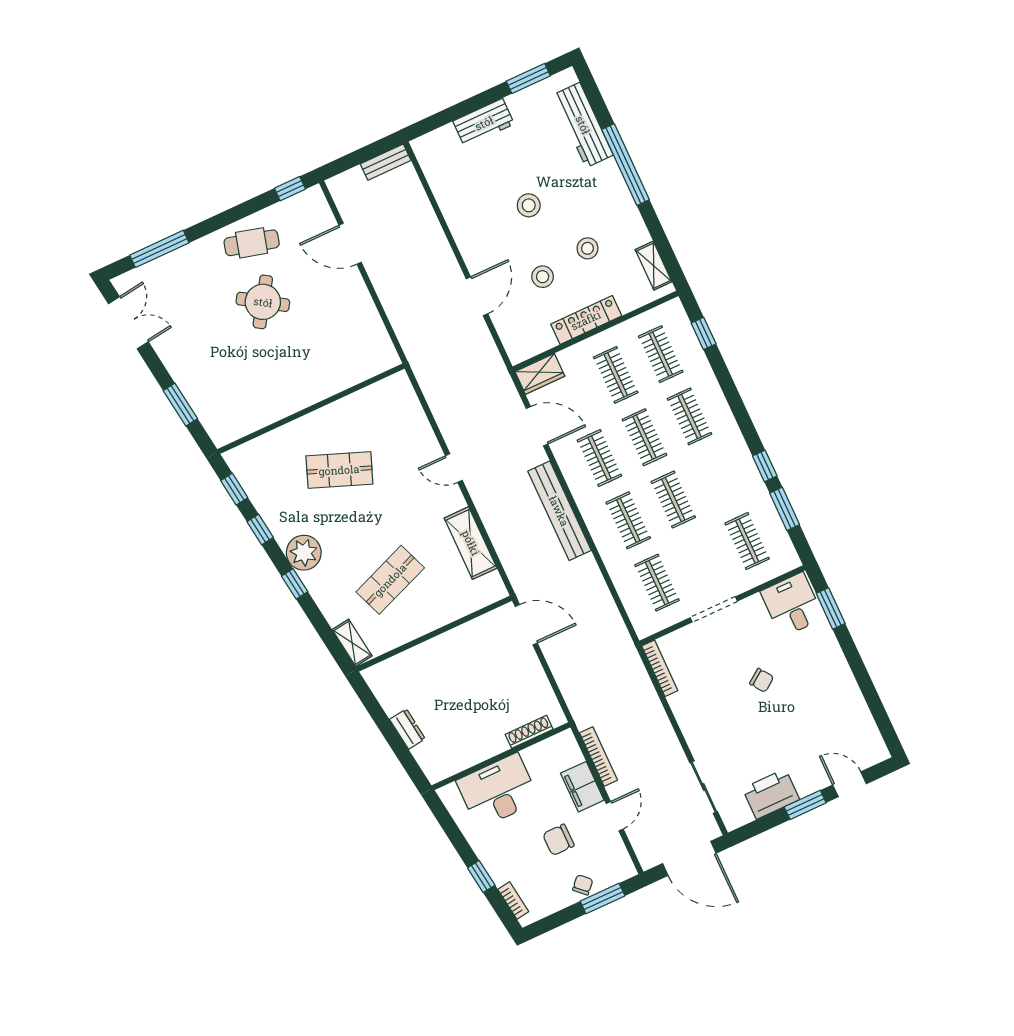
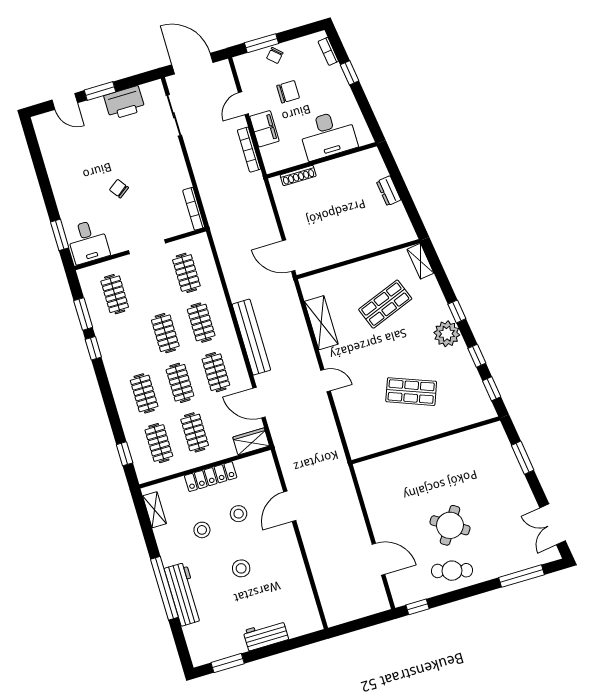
workbench: (583, 125) -> (184, 594), moved
bench: (386, 162) -> (343, 616), removed

